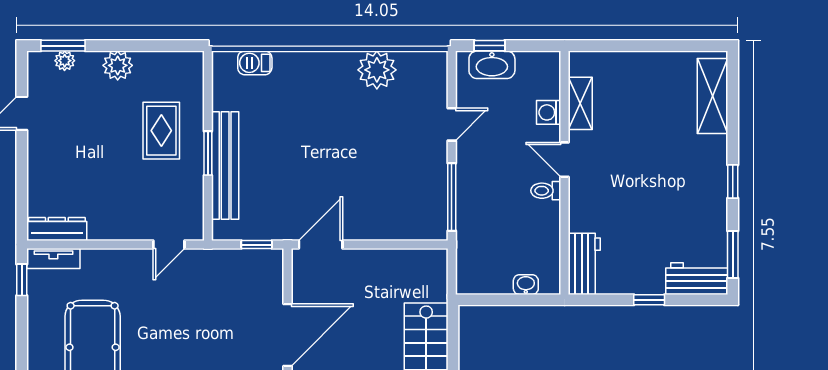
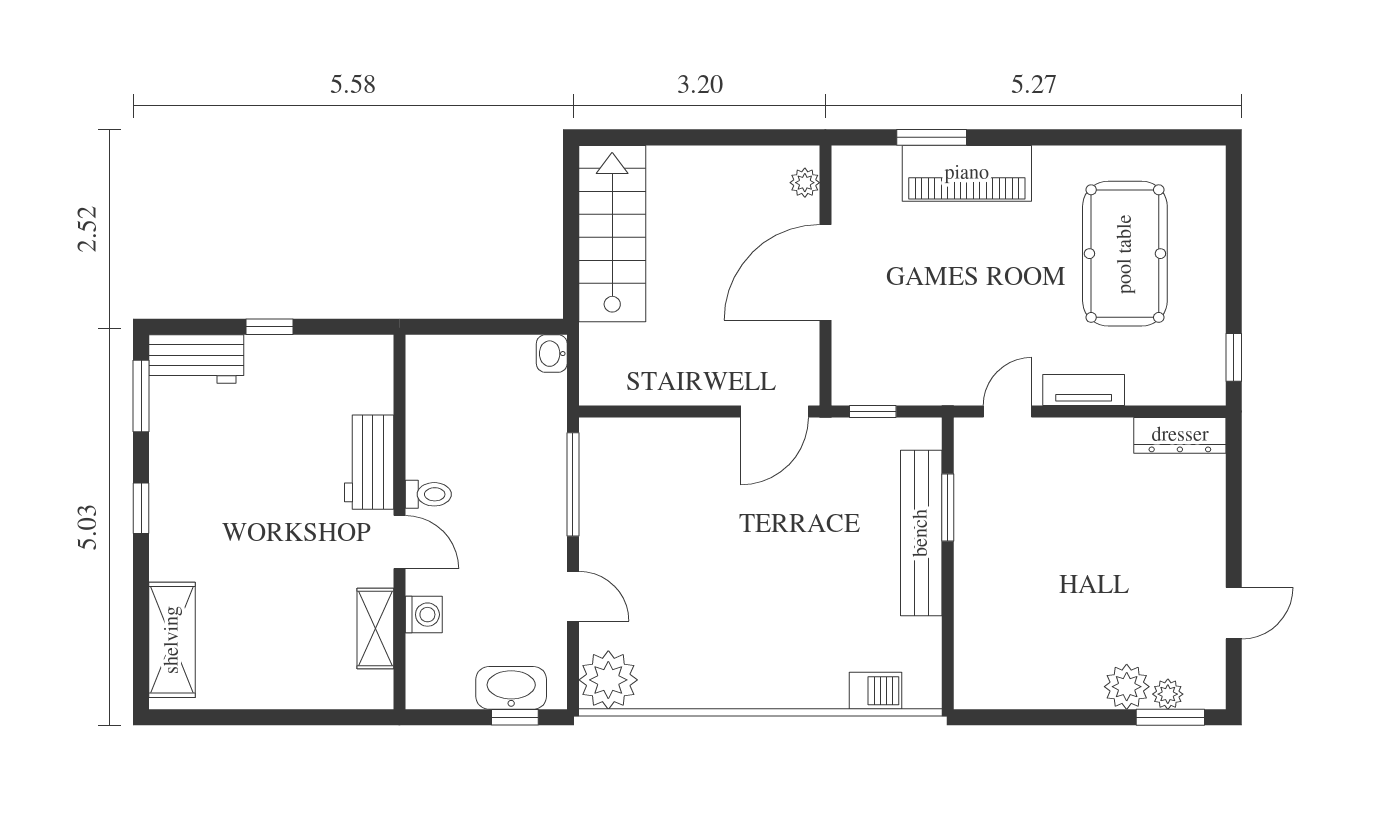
plant: (118, 65) -> (1127, 687), moved
plant: (377, 70) -> (608, 680), moved
door: (452, 124) -> (573, 596), swing flipped
rug: (161, 131) -> (1019, 587), removed
window: (208, 153) -> (948, 508), moved
tv unit: (53, 258) -> (1084, 390), moved
workbench: (584, 264) -> (369, 462), moved
washbasin: (526, 285) -> (552, 354), moved, turned 90

